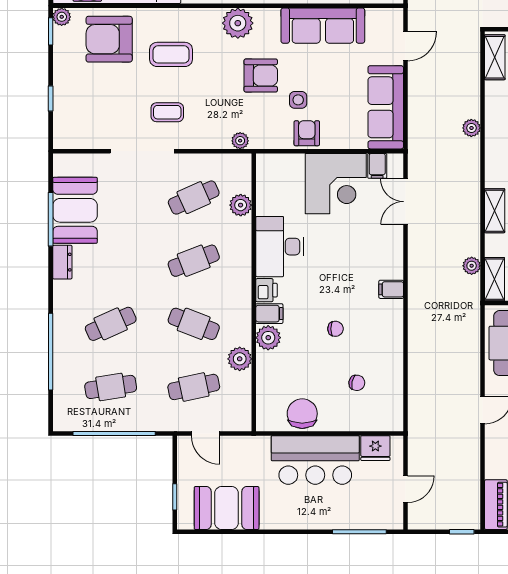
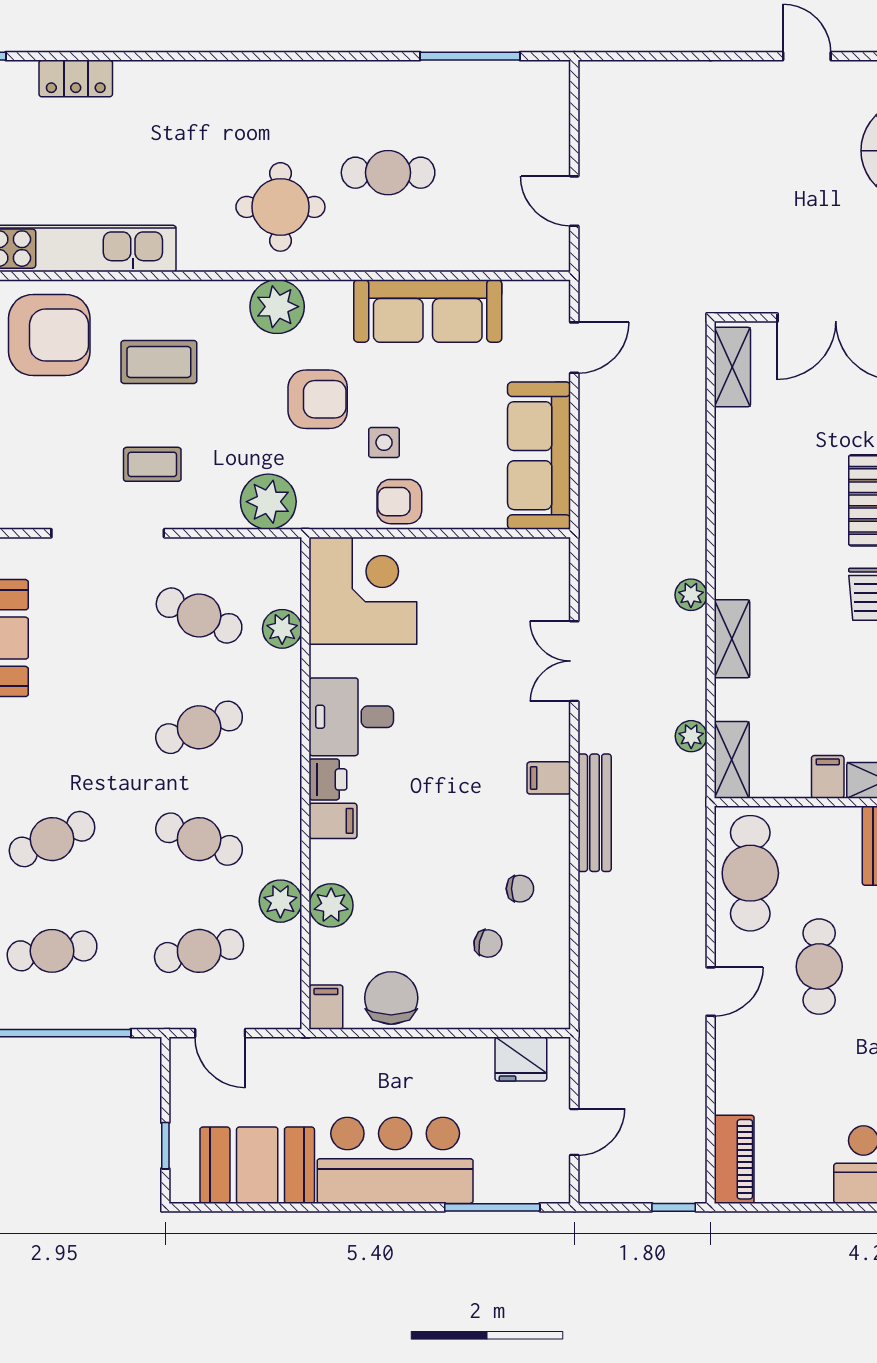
armchair: (109, 39) -> (49, 335), turned 180
plant: (471, 128) -> (691, 595), moved
armchair: (307, 133) -> (399, 502), turned -90
plant: (240, 141) -> (268, 502), width x1.88, depth x1.88
filing cabinet: (377, 166) -> (326, 1007), moved, turned 180
corner desk: (336, 184) -> (363, 591), moved, turned -90
cafe table: (194, 198) -> (199, 615), turned 48
double door: (406, 202) -> (574, 661), moved
desk: (280, 247) -> (351, 717), width x0.73
bench: (417, 309) -> (595, 813), added
chair: (335, 329) -> (520, 889), moved
plant: (268, 338) -> (331, 905), moved
bar counter: (315, 460) -> (395, 1160), moved, turned 180

